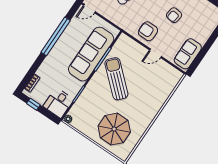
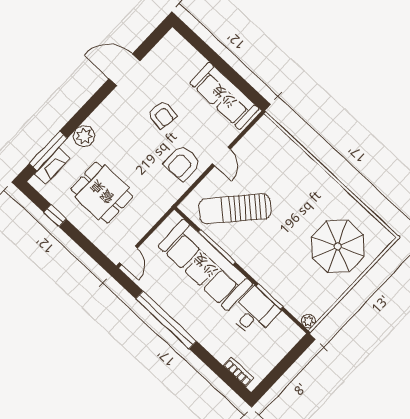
sofa: (188, 54) -> (224, 96), width x1.36
sun lounger: (116, 79) -> (235, 209), moved
desk: (58, 103) -> (254, 312), moved, turned -90
window: (33, 104) -> (274, 376), removed

